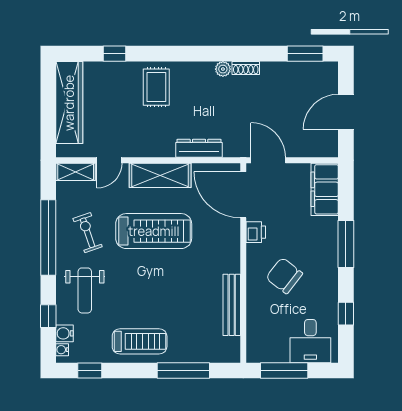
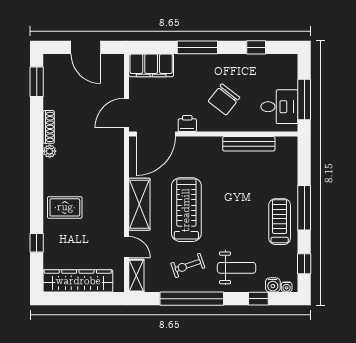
shoe rack: (246, 68) -> (49, 127), width x1.43
dresser: (199, 148) -> (116, 171), removed
desk: (310, 341) -> (279, 107), moved
window: (183, 370) -> (304, 208), moved

